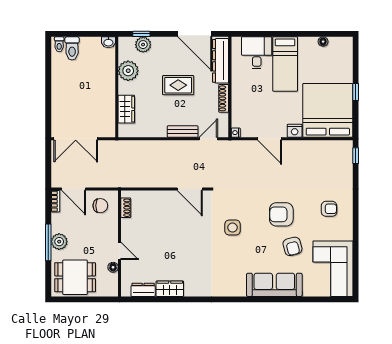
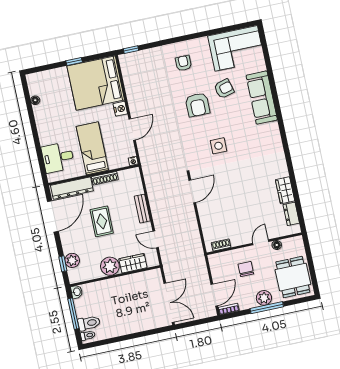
window: (86, 34) -> (73, 314), added
bed: (285, 64) -> (92, 148), moved, turned -90
plant: (128, 71) -> (110, 266), moved
door: (208, 139) -> (156, 239), moved
chair: (100, 206) -> (246, 269), moved

